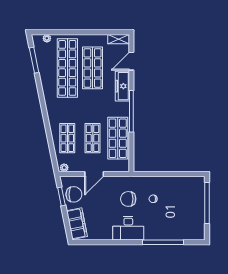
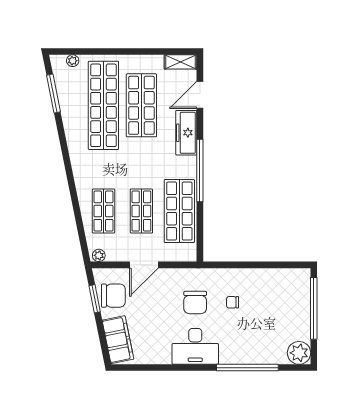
chair: (128, 199) -> (195, 302), turned -90
plant: (197, 232) -> (299, 353), added

